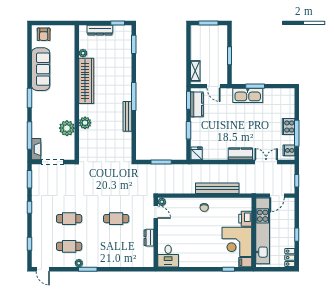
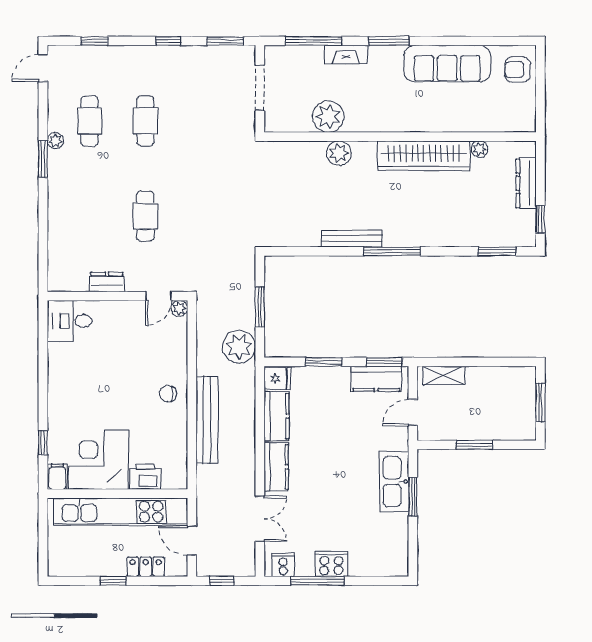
fireplace: (36, 149) -> (346, 54), moved
kitchen counter: (215, 154) -> (276, 416), added
plant: (181, 172) -> (239, 347), added
locker: (290, 258) -> (146, 567), moved

